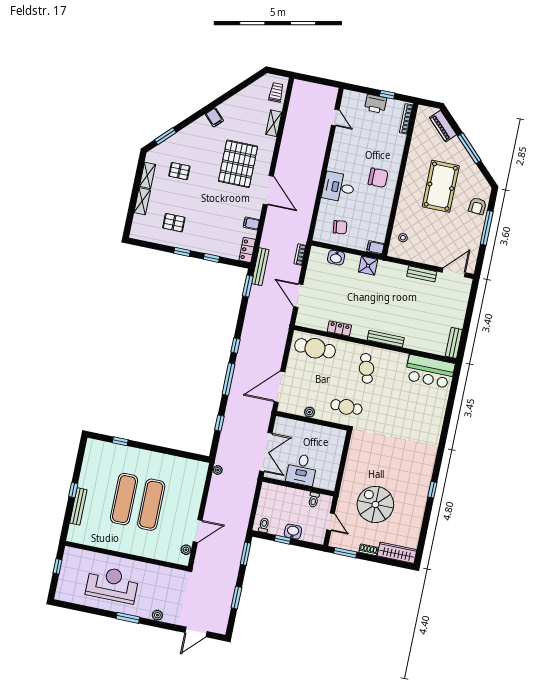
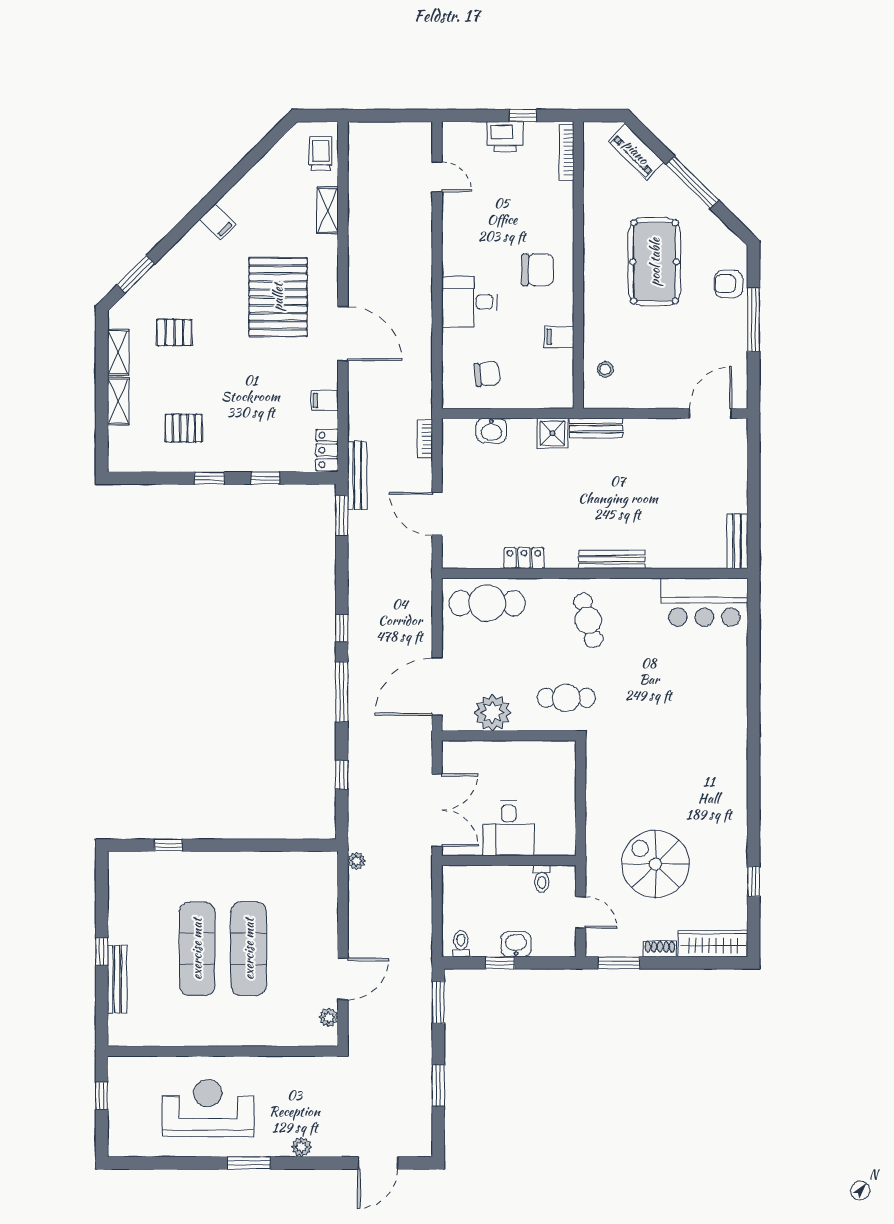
armchair: (477, 206) -> (729, 284), turned 86
filing cabinet: (375, 248) -> (559, 337), moved
bench: (422, 274) -> (596, 428), moved
plant: (310, 412) -> (493, 713), width x1.88, depth x1.88
window: (432, 490) -> (754, 881), moved

